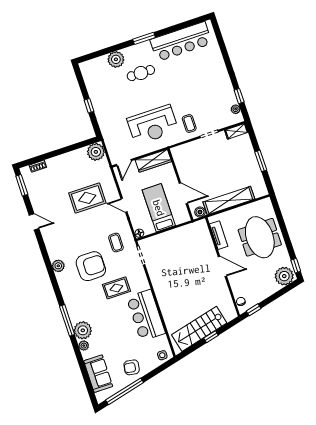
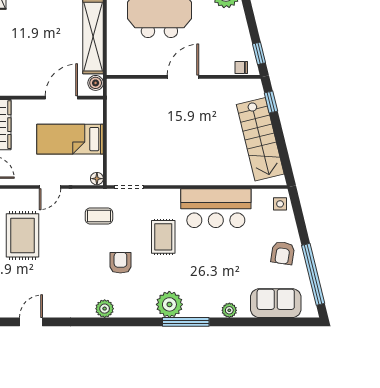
tv unit: (219, 235) -> (137, 67), removed
armchair: (91, 266) -> (120, 263), width x0.53, depth x0.53
plant: (83, 330) -> (169, 304), moved
window: (211, 337) -> (271, 102), moved

